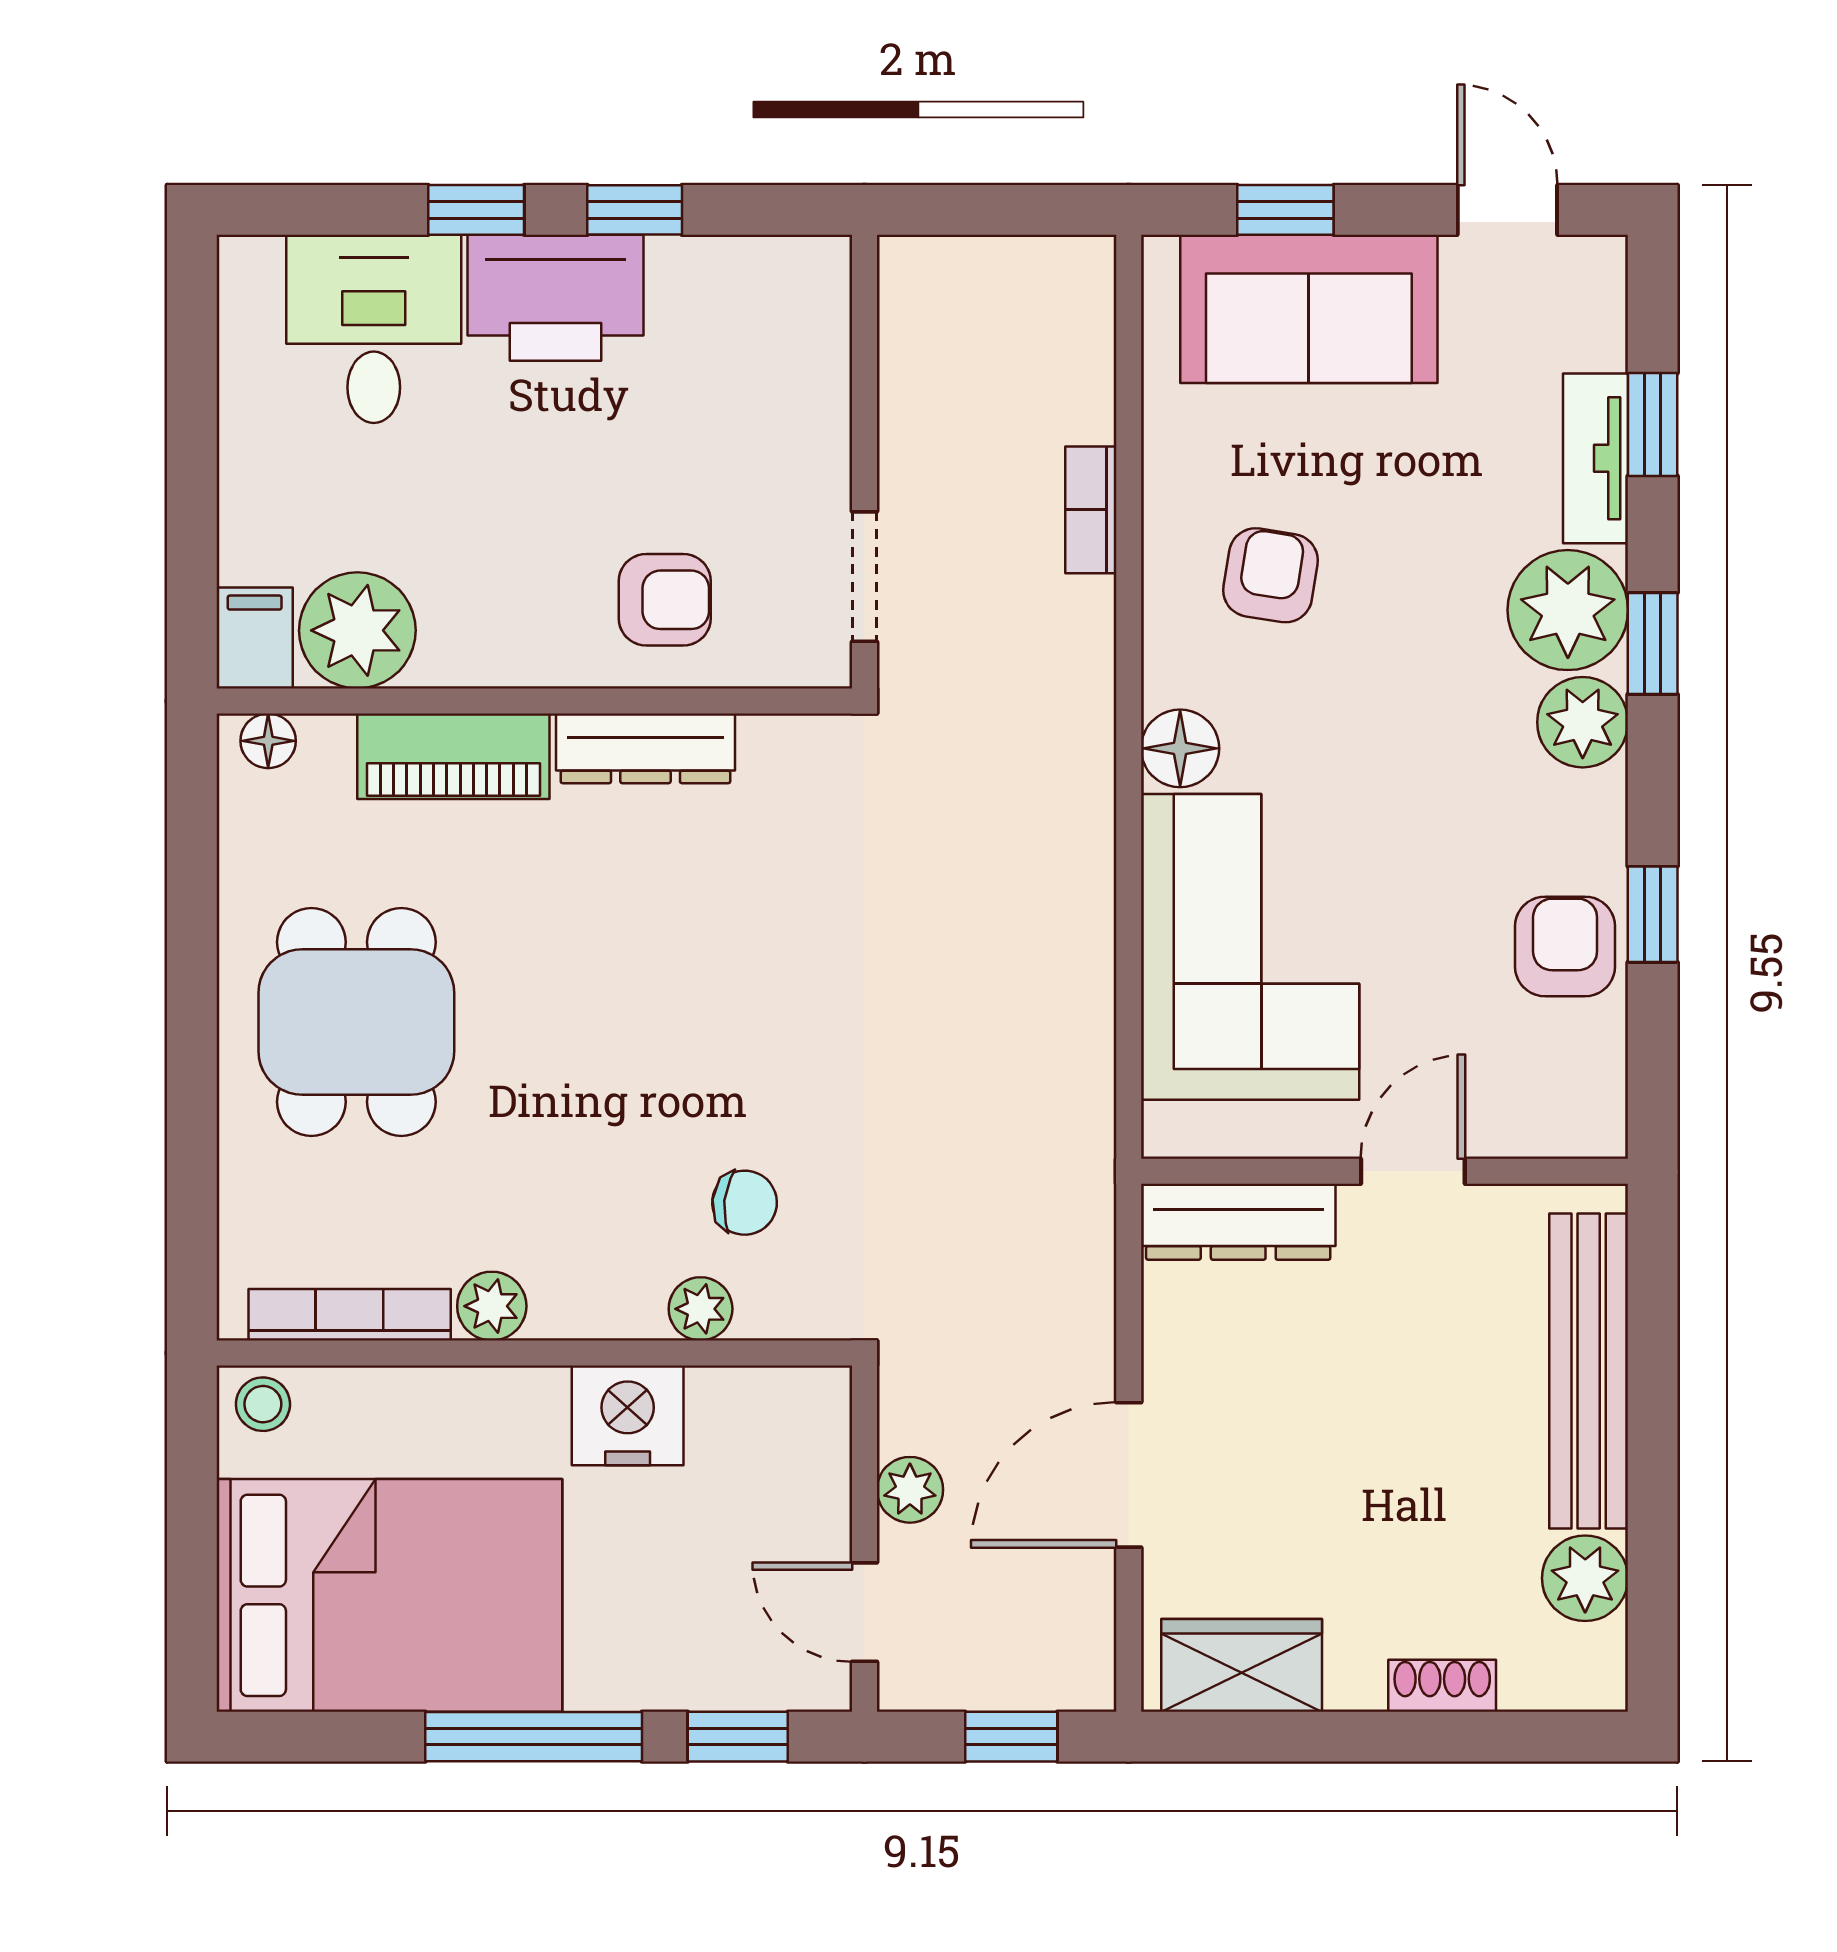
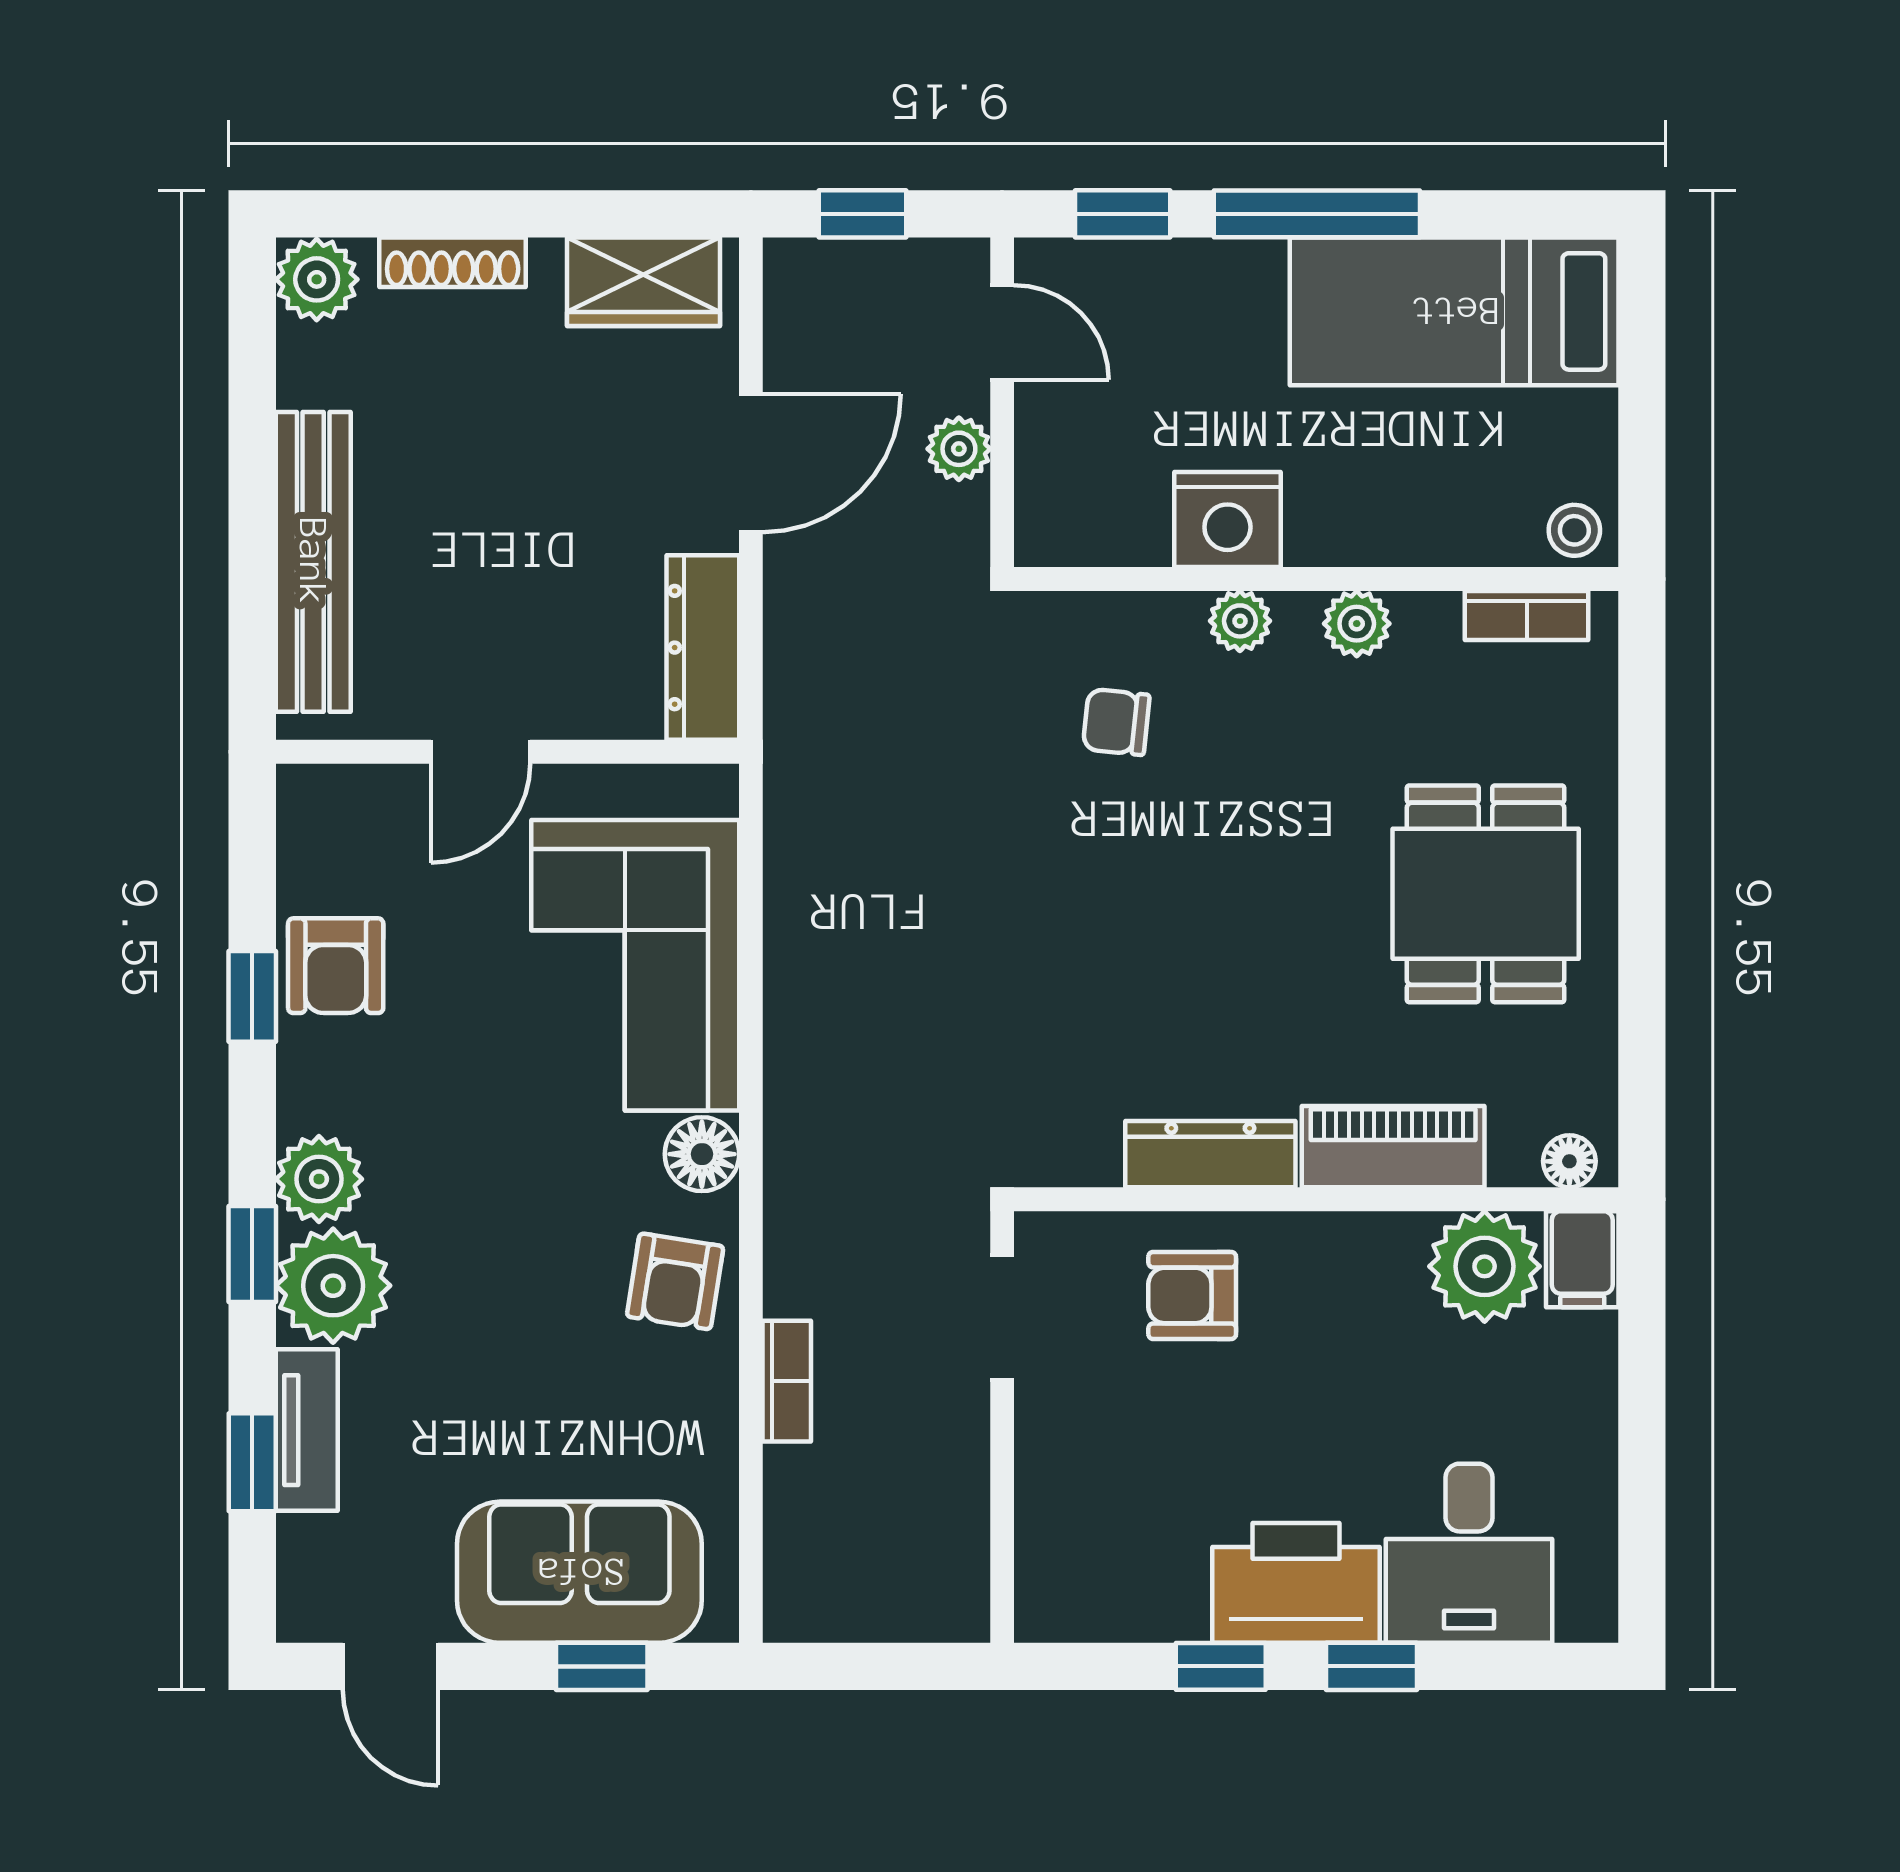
armchair: (1271, 575) -> (675, 1281), moved
dresser: (1238, 1222) -> (703, 648), moved, turned -90
plant: (701, 1309) -> (1240, 621), moved
bookcase: (350, 1315) -> (1527, 615), width x0.64
plant: (1585, 1578) -> (317, 279), moved
bed: (389, 1595) -> (1454, 311), width x0.67
shoe rack: (1442, 1686) -> (453, 262), width x1.43

